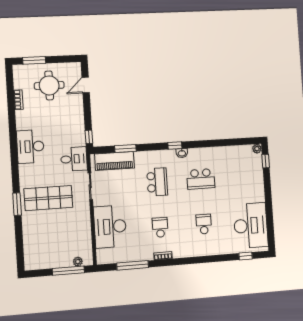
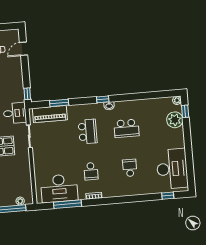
plant: (254, 170) -> (175, 120), added
desk: (110, 227) -> (59, 188), moved, turned -90
school desk: (160, 227) -> (91, 171), turned 180

